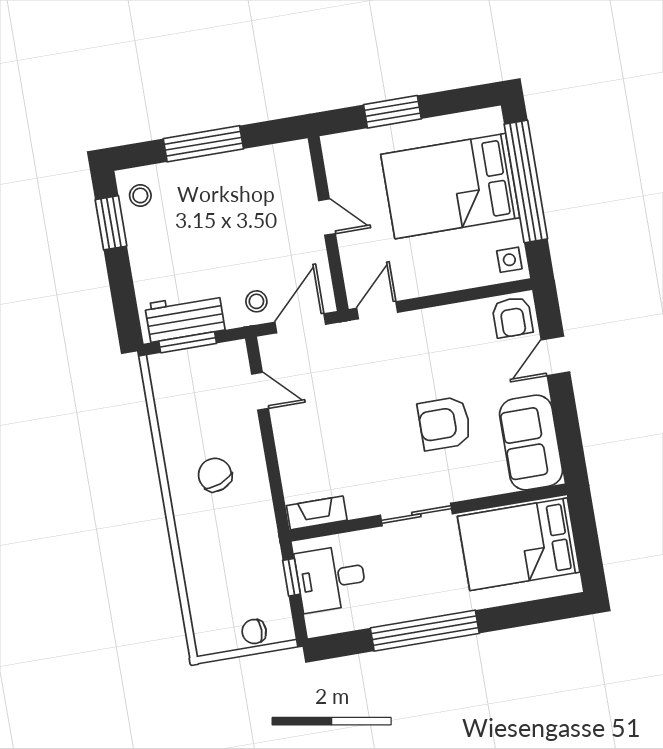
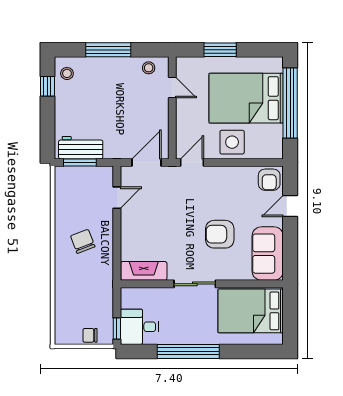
door: (327, 217) -> (172, 87), moved
window: (111, 223) -> (47, 86), width x0.67
side table: (509, 260) -> (232, 142), moved, width x1.87, depth x1.87
stool: (256, 301) -> (149, 68), moved
door: (260, 391) -> (117, 198), hinge flipped
fireplace: (317, 513) -> (144, 271), width x1.37, depth x1.32
window: (291, 577) -> (117, 328), moved
desk: (331, 578) -> (139, 327), moved

